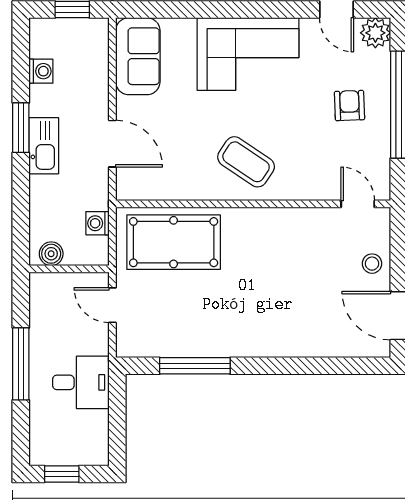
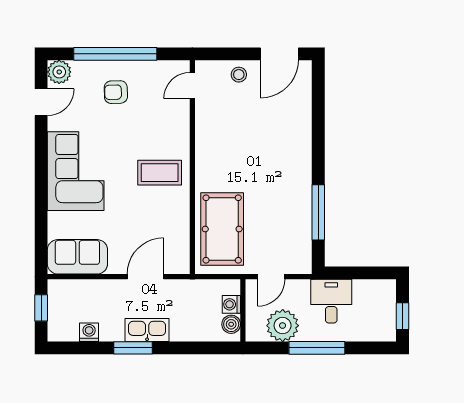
coffee table: (246, 162) -> (160, 173), turned 56
washing machine: (97, 223) -> (231, 304), moved, turned 90
plant: (50, 320) -> (283, 326), added

